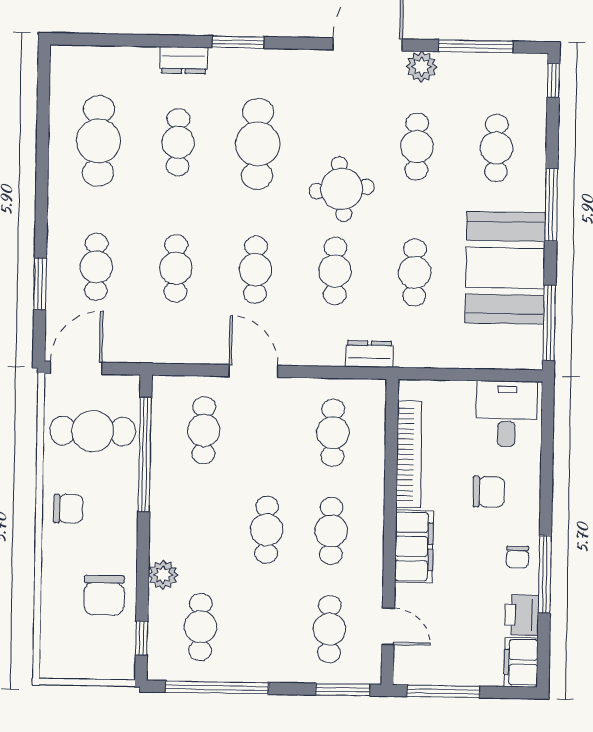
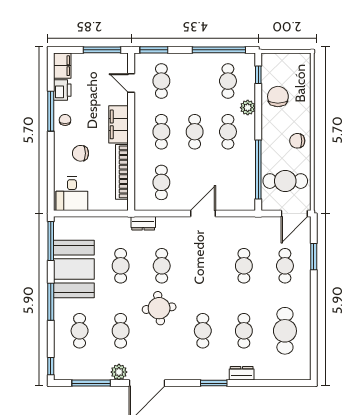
cafe table: (258, 144) -> (203, 331), width x0.73, depth x0.74
cafe table: (255, 270) -> (203, 266), removed
door: (253, 371) -> (203, 214), swing flipped
cafe table: (204, 430) -> (228, 132), moved

